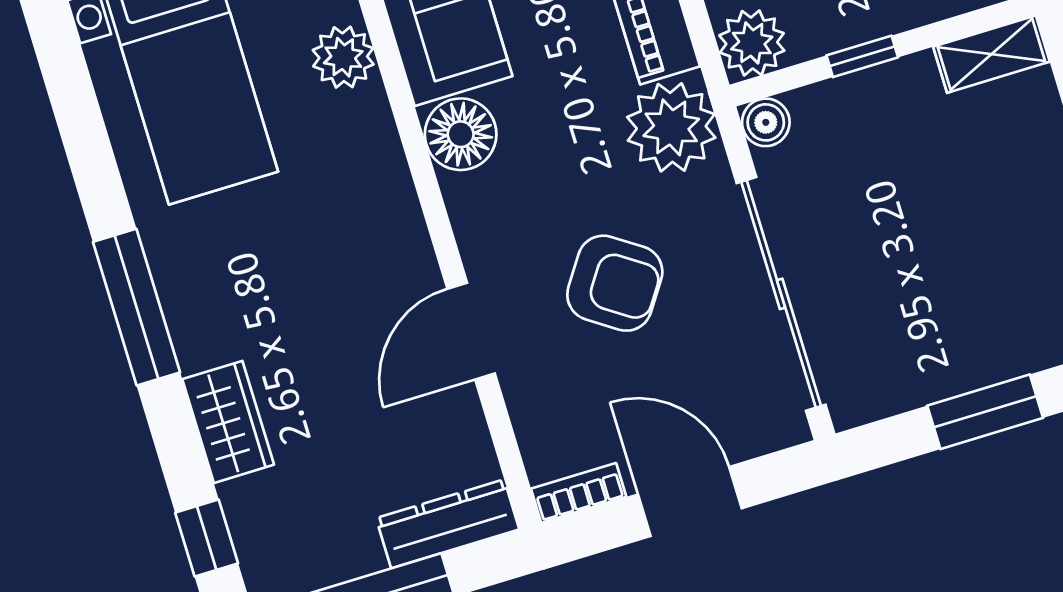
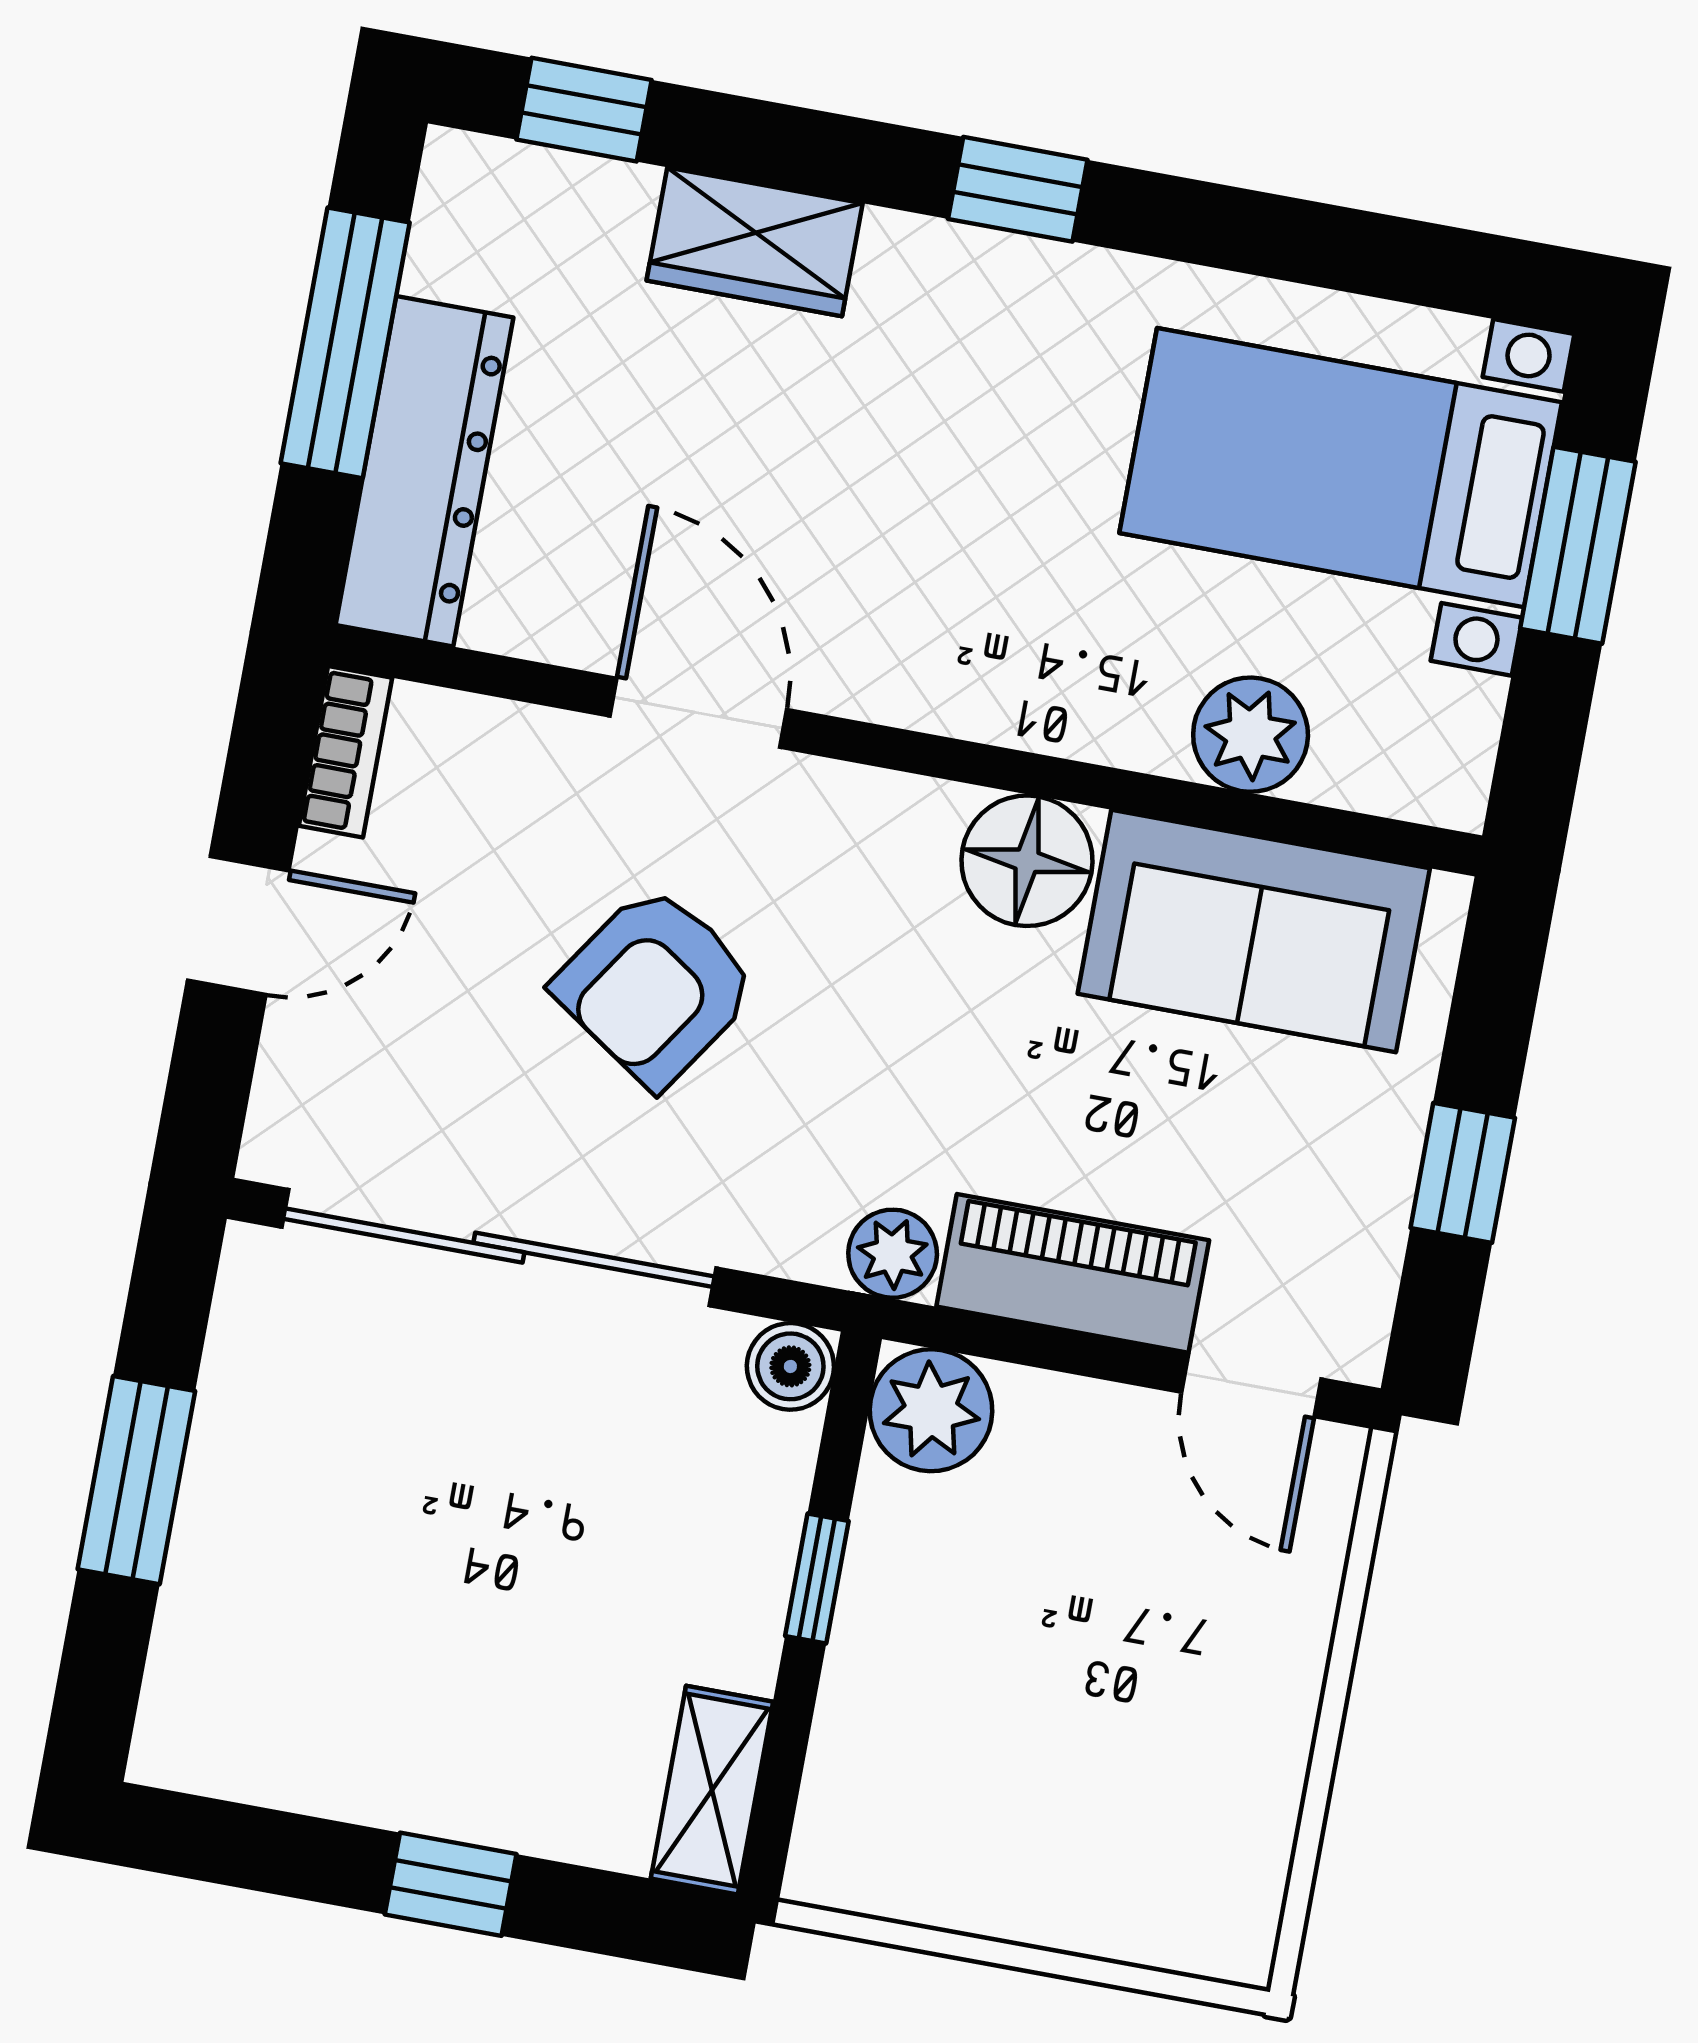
plant: (671, 127) -> (893, 1254), width x0.53, depth x0.53
window: (137, 307) -> (1018, 189), width x0.46
door: (690, 501) -> (238, 925), width x0.73
dresser: (448, 524) -> (425, 471), width x1.37, depth x1.24

